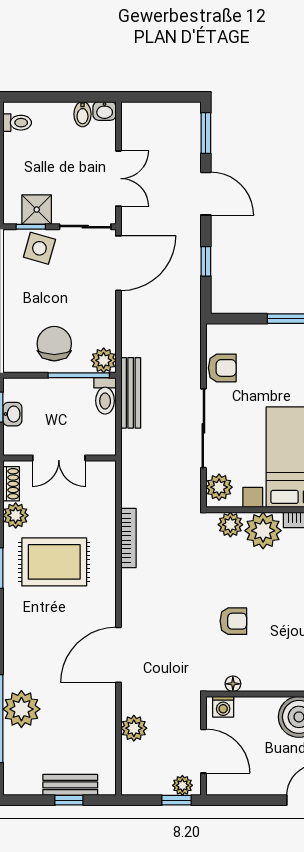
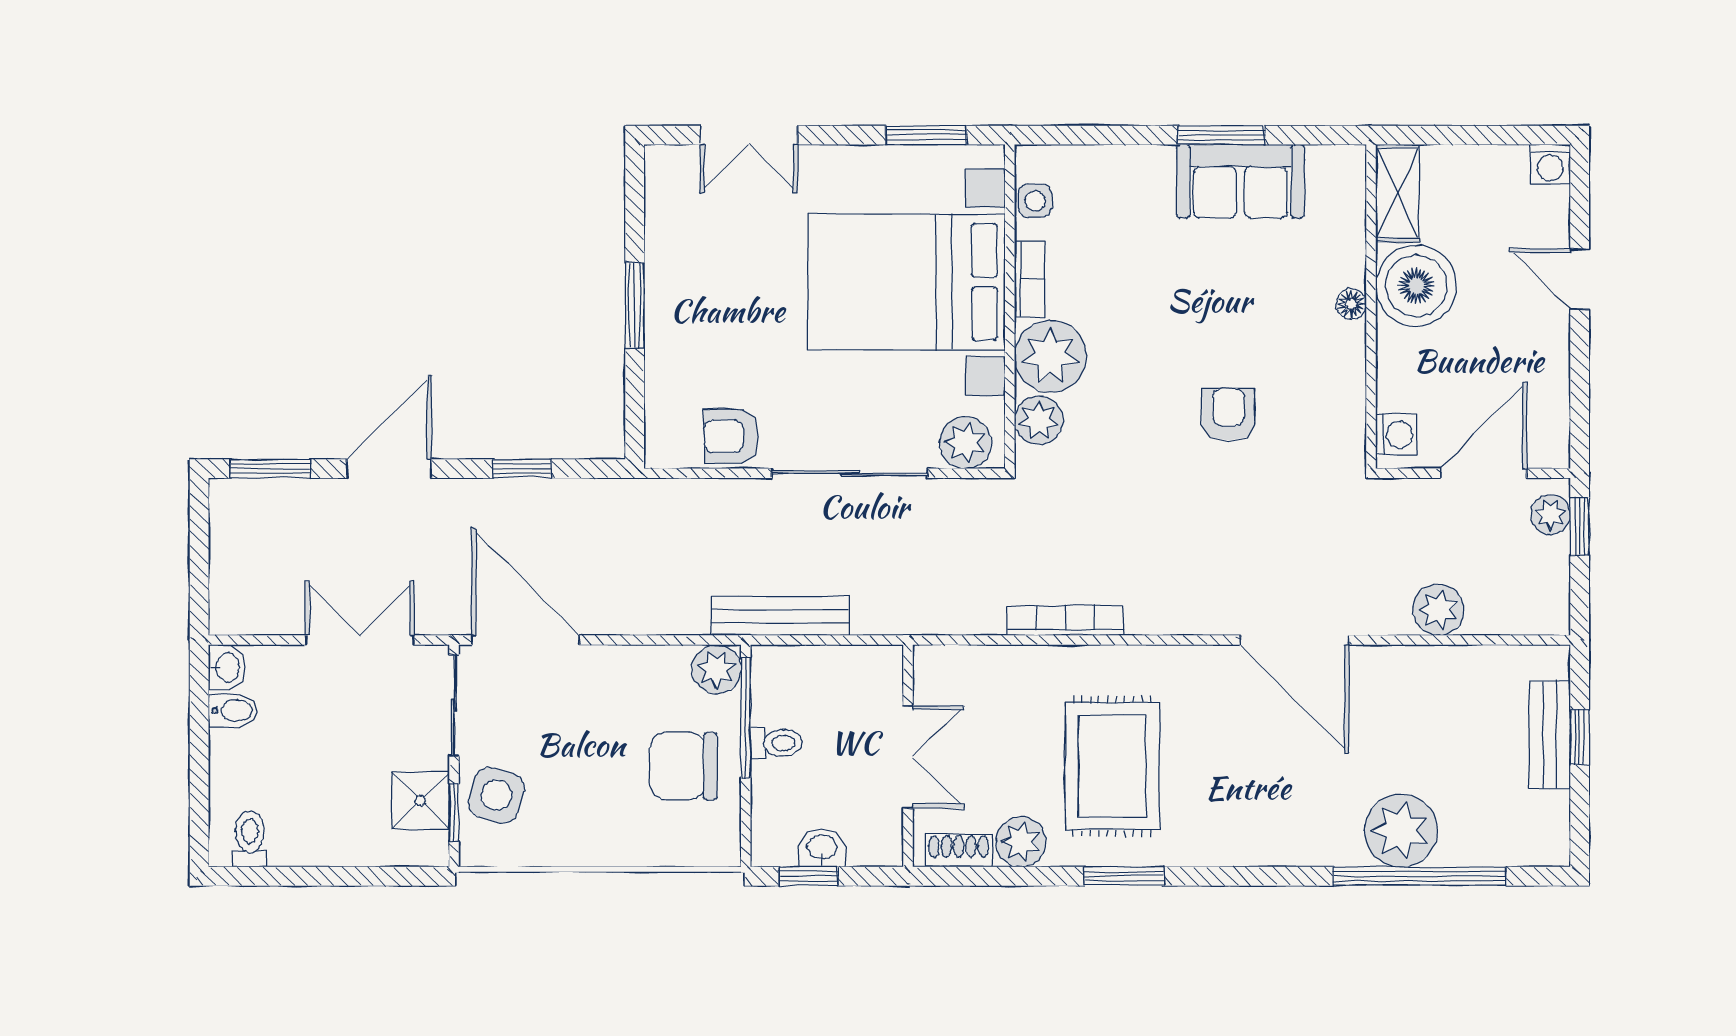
armchair: (222, 368) -> (731, 436), turned -90
toilet: (105, 396) -> (776, 743), moved, width x0.73, depth x0.72
floor lamp: (233, 684) -> (1351, 304), moved

